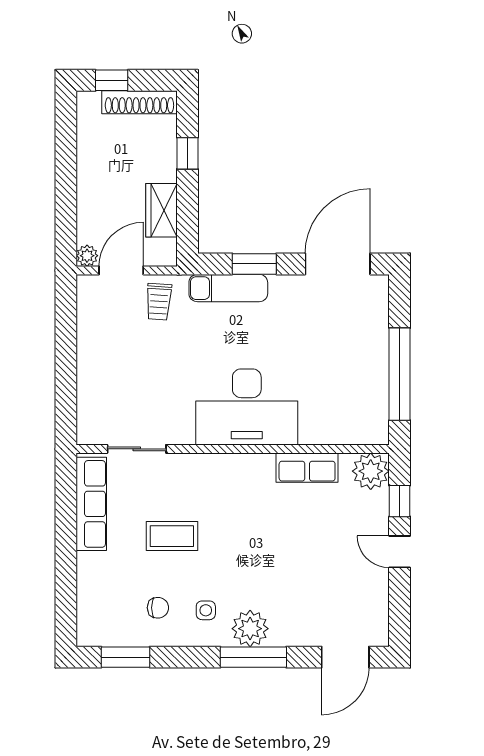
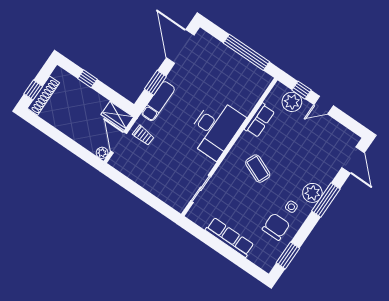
shoe rack: (139, 102) -> (43, 96), moved
wardrobe: (162, 210) -> (117, 116), moved
plant: (371, 471) -> (292, 102), moved
row of seats: (91, 504) -> (230, 237), moved
coffee table: (172, 536) -> (258, 169), moved, turned -67
chair: (158, 608) -> (276, 227), width x1.87, depth x1.87

